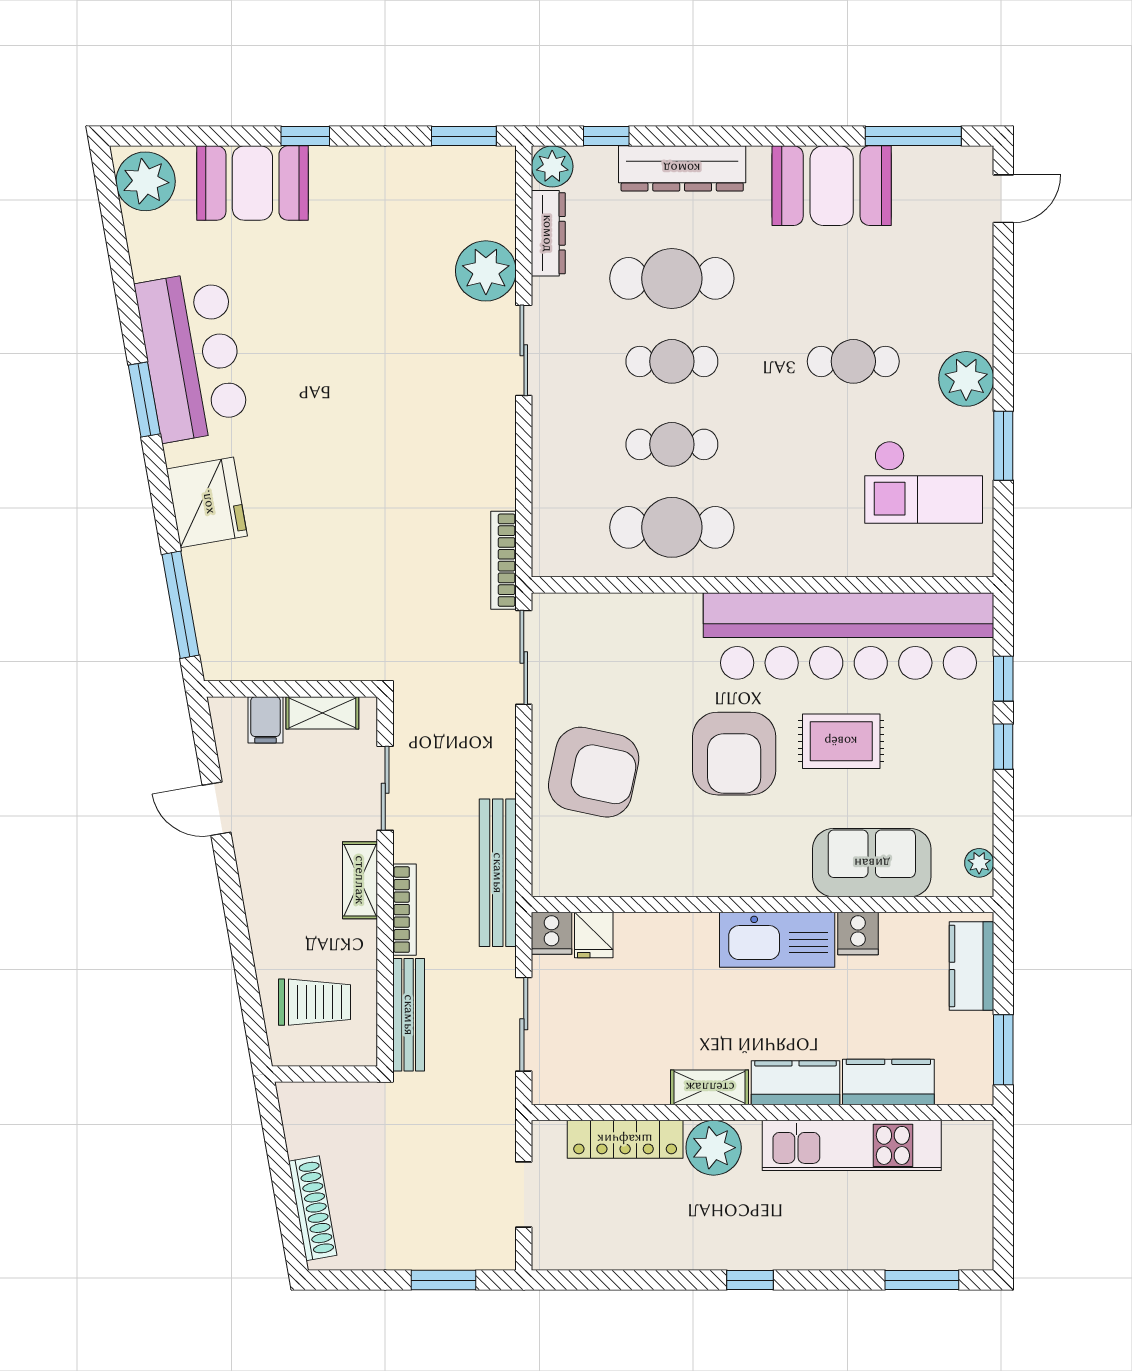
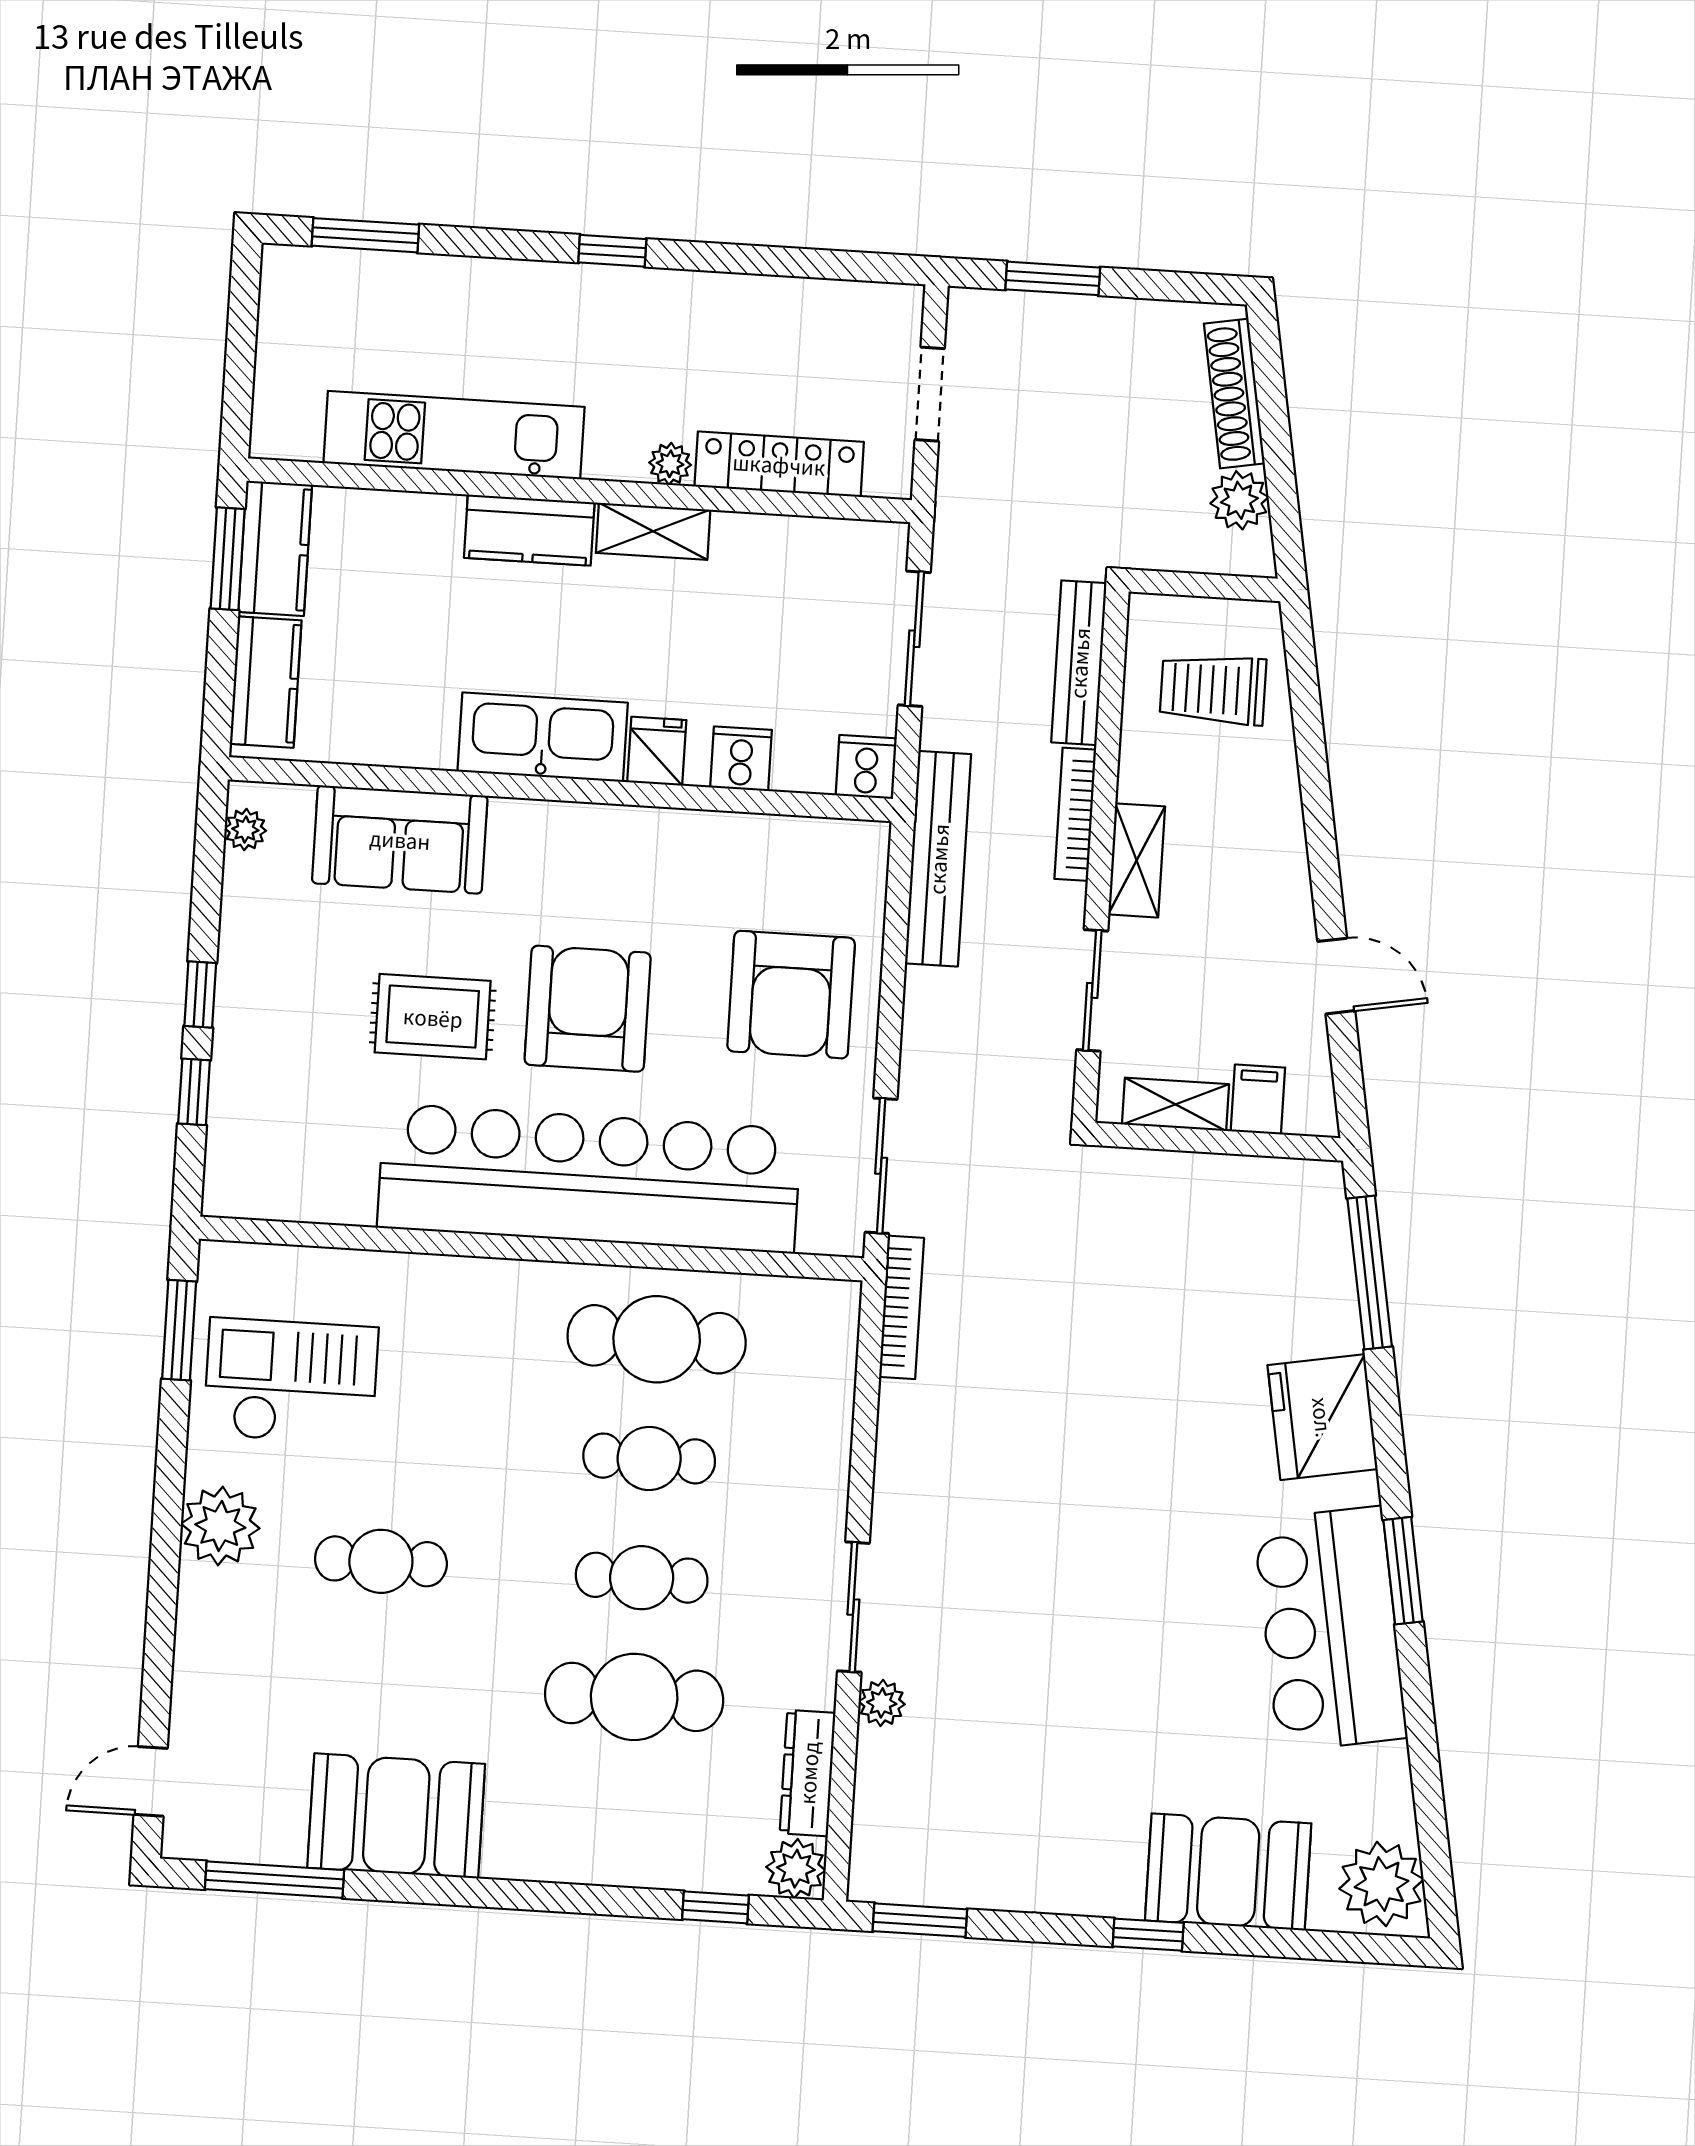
dresser: (682, 168) -> (609, 1854), removed
plant: (486, 271) -> (882, 1703), width x0.53, depth x0.53
window: (1003, 446) -> (179, 1330), moved
bar counter: (848, 636) -> (589, 1178), moved
armchair: (594, 772) -> (791, 995), turned -102
cooker: (858, 934) -> (741, 759), moved
fridge: (594, 935) -> (657, 751), moved
kitchen counter: (888, 1082) -> (275, 548), moved, turned -90
plant: (304, 1134) -> (1239, 500), added
plant: (714, 1148) -> (670, 464), width x0.53, depth x0.53

